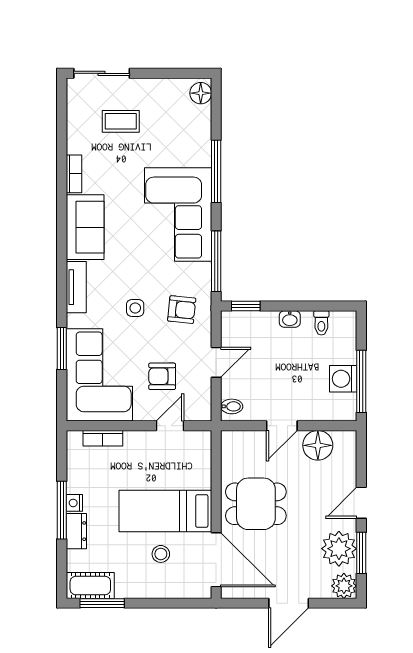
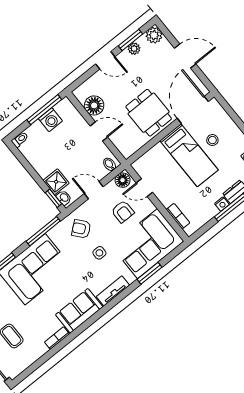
armchair: (182, 310) -> (81, 229), turned -45
washbasin: (290, 319) -> (64, 198), moved
toilet: (321, 323) -> (20, 139), moved
shower: (263, 325) -> (56, 182), added
floor lamp: (200, 407) -> (123, 180), added
plant: (339, 549) -> (134, 49), width x0.53, depth x0.53

